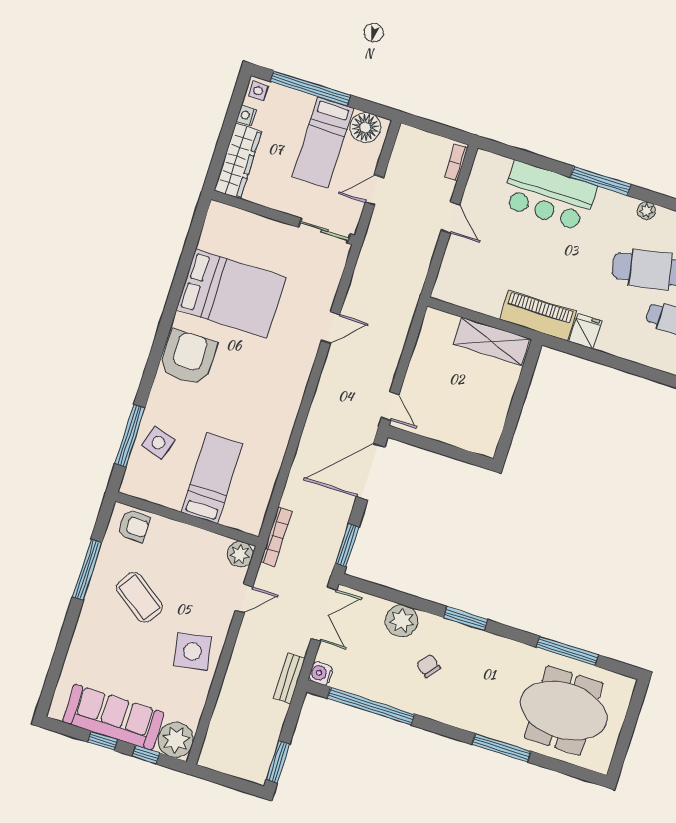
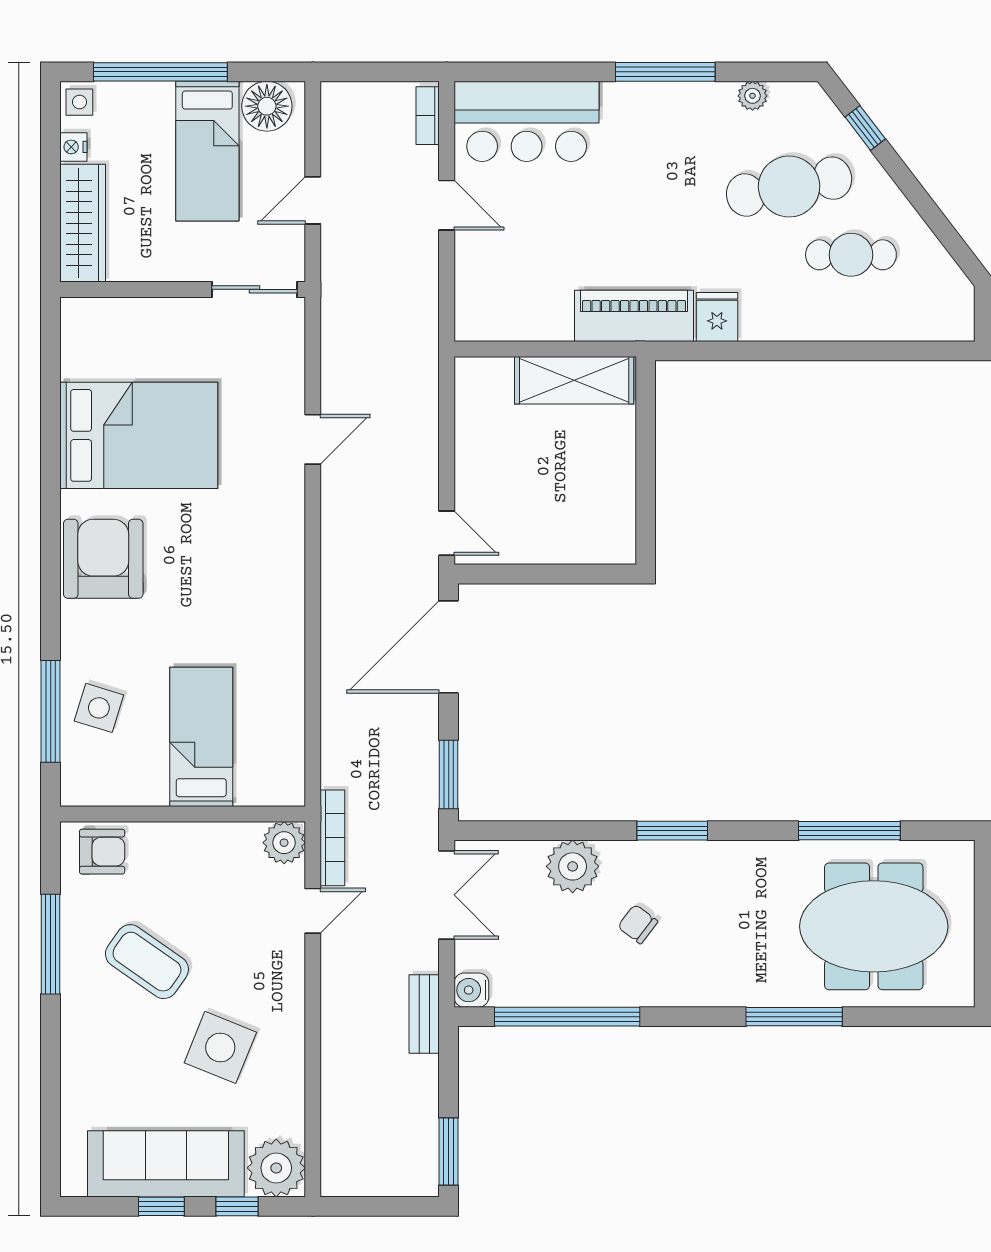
bar counter: (549, 196) -> (527, 121), moved
bookcase: (276, 536) -> (332, 838), moved
side table: (192, 652) -> (220, 1047), moved, turned 32

